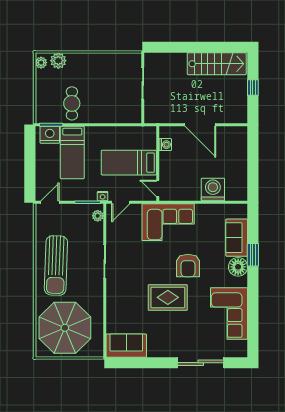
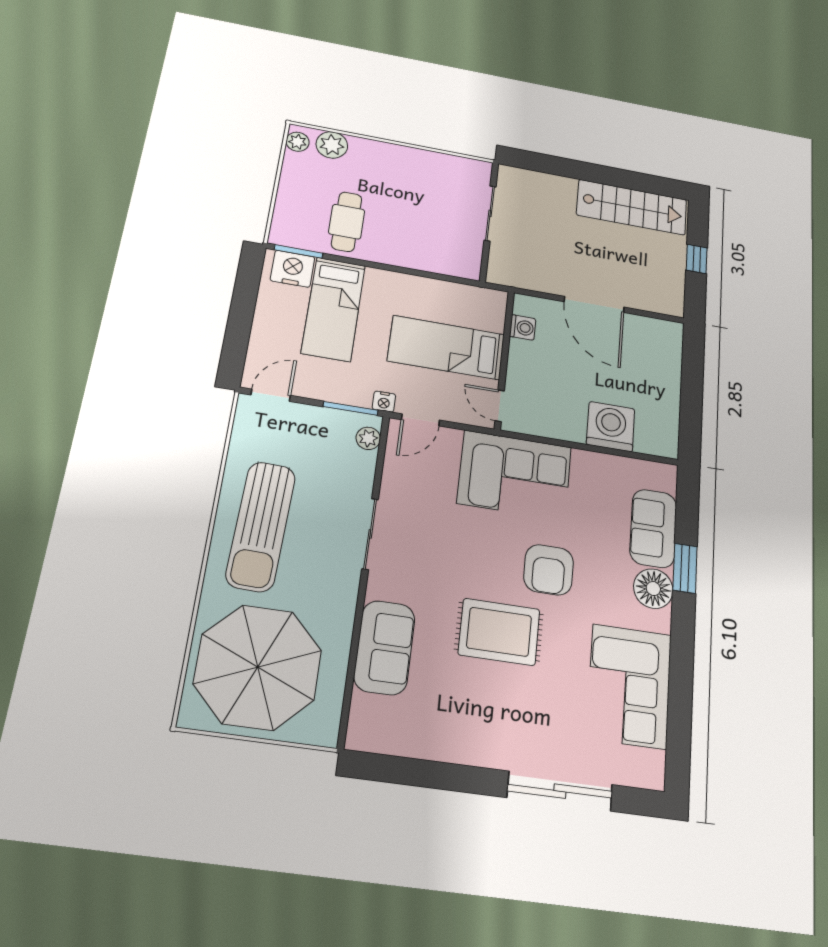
sofa: (126, 346) -> (385, 647), moved, turned 90

